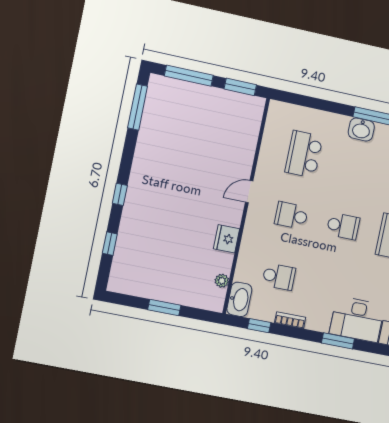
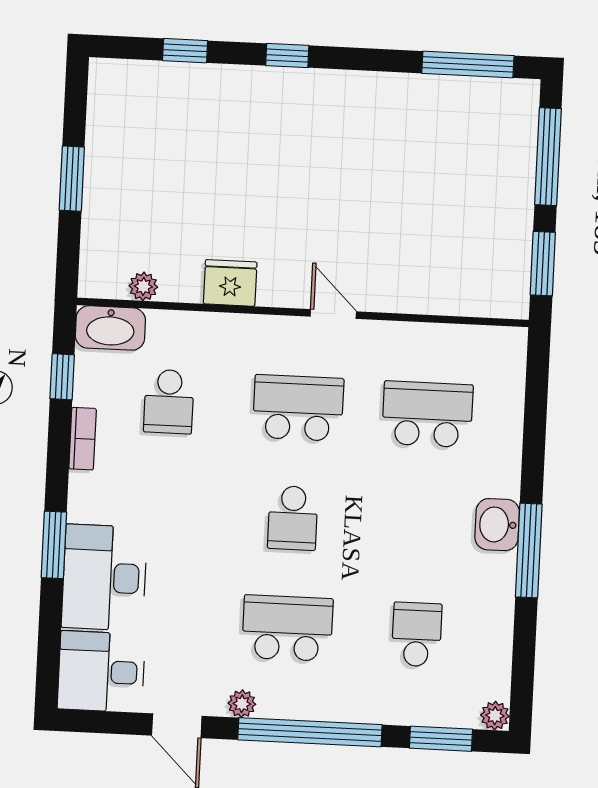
school desk: (291, 215) -> (298, 408), width x1.85

